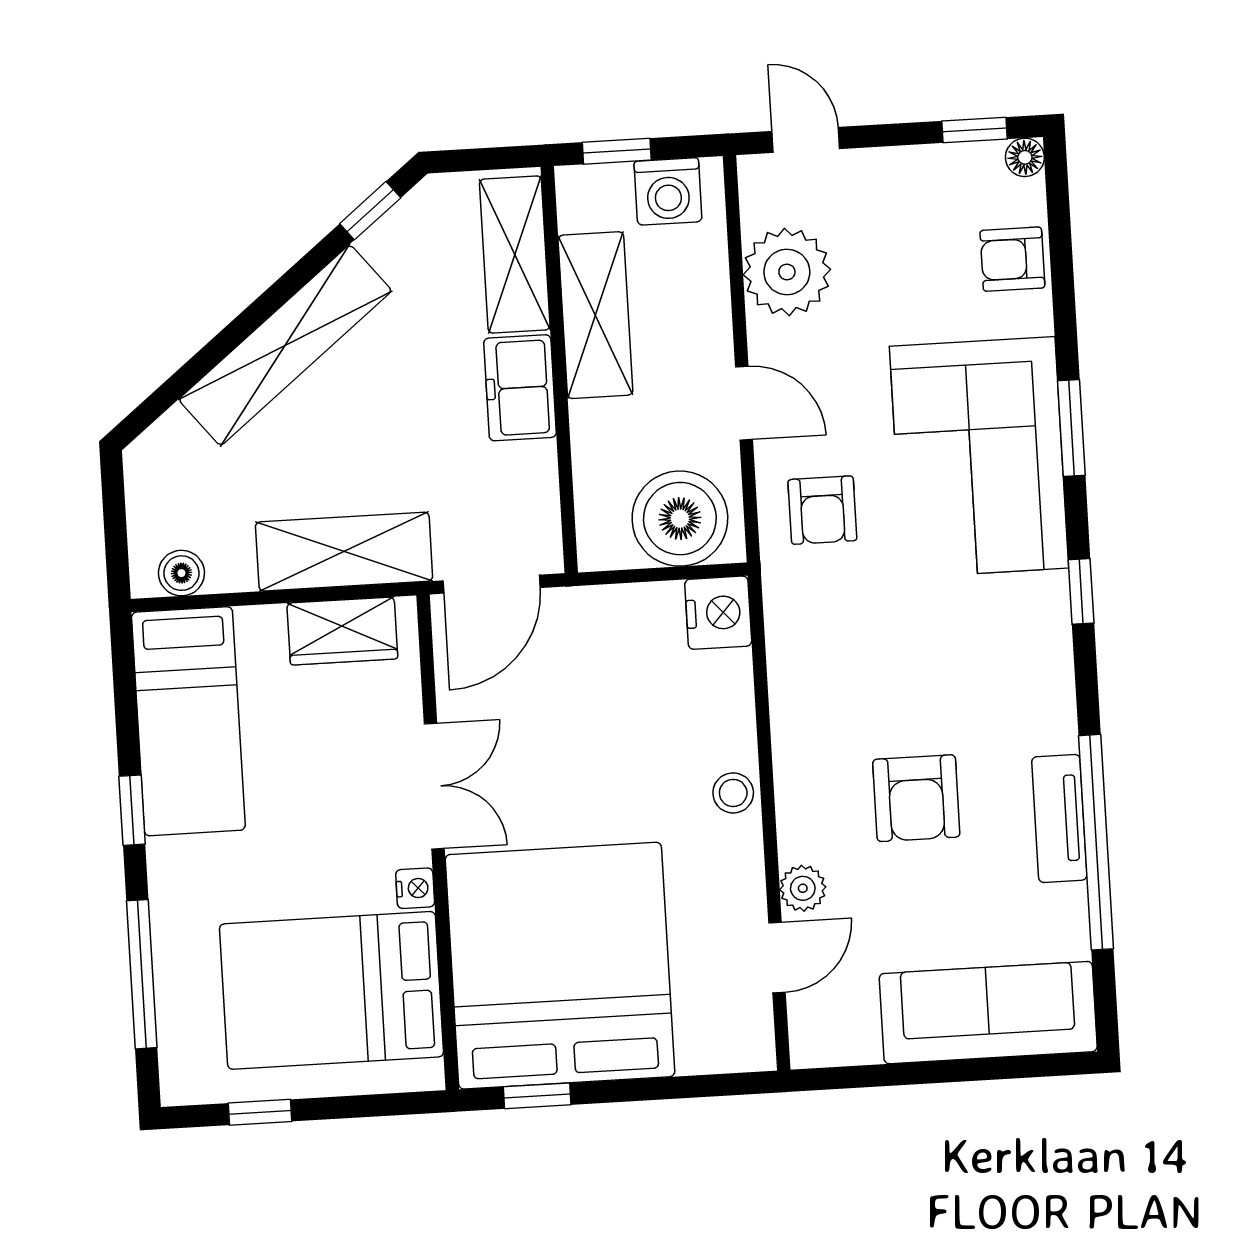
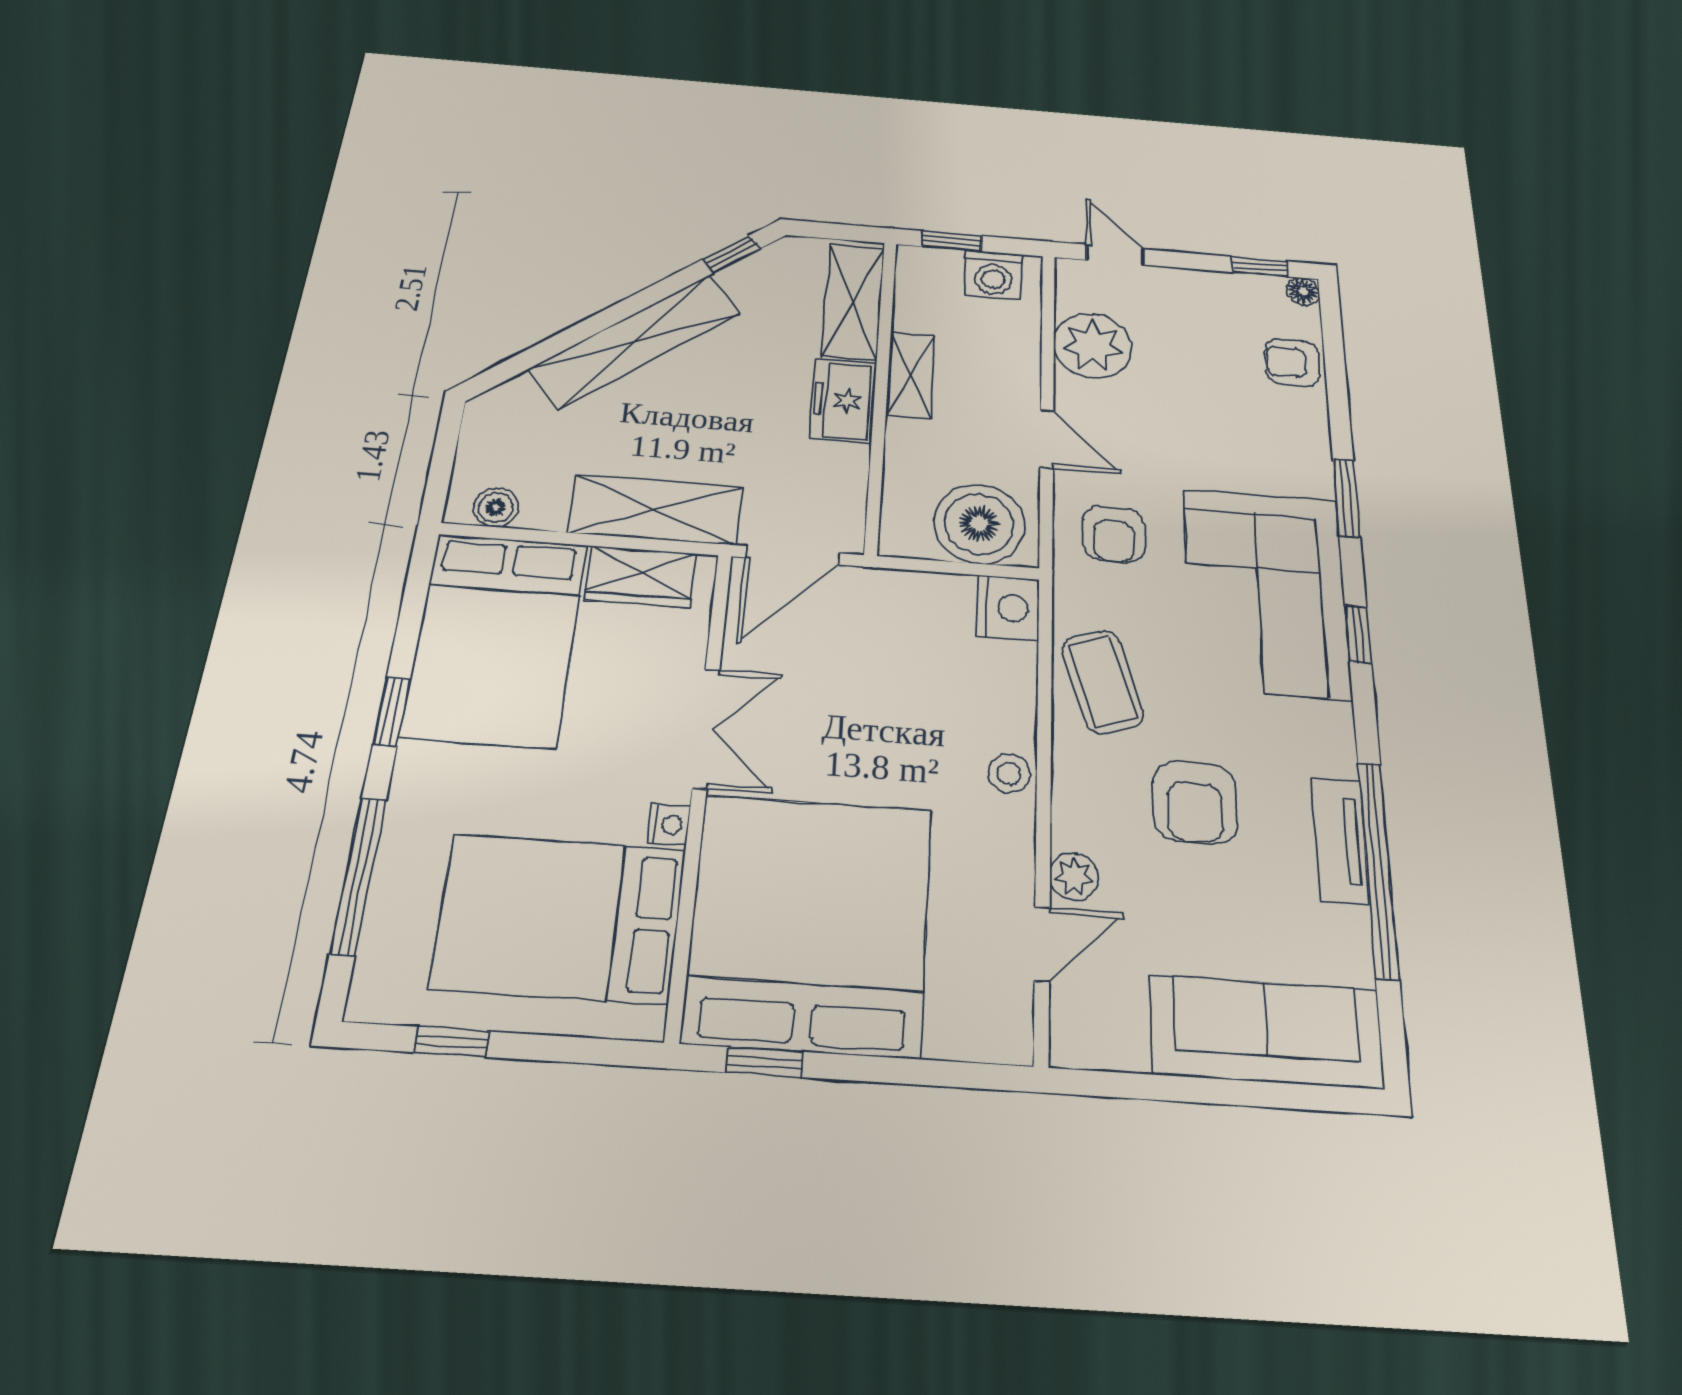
shelving: (595, 315) -> (910, 375), width x0.67, depth x0.75
corner sofa: (979, 457) -> (1266, 592), moved
coffee table: (819, 682) -> (1102, 681), added
bed: (188, 721) -> (496, 639), width x1.50

